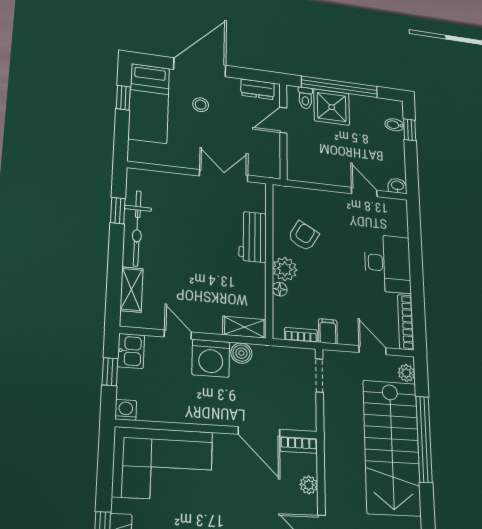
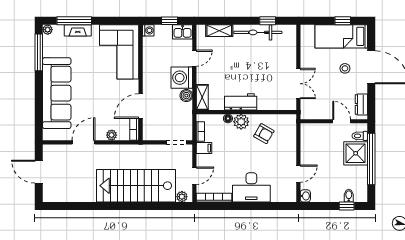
workbench: (253, 237) -> (241, 102), moved
window: (424, 439) -> (142, 206), removed

